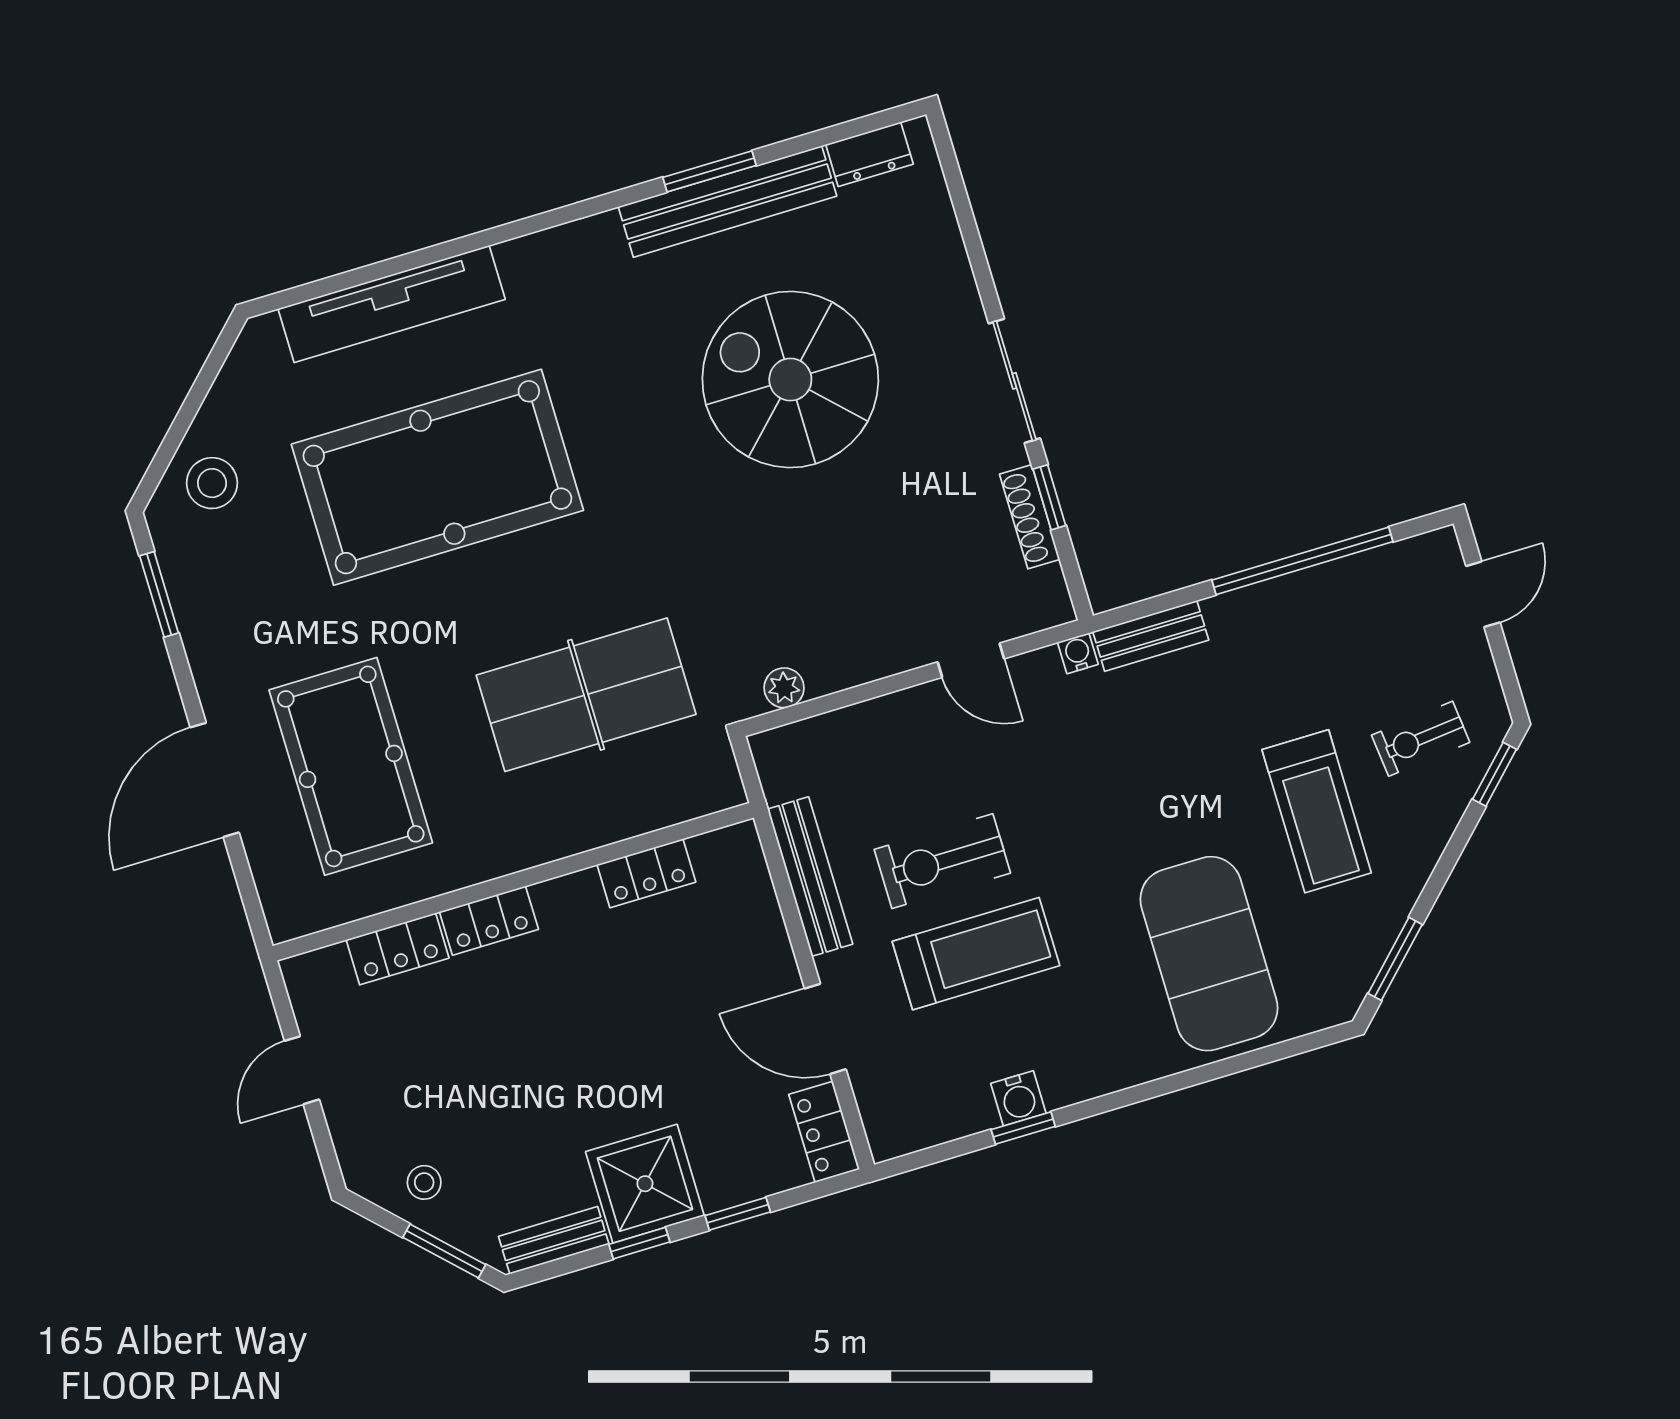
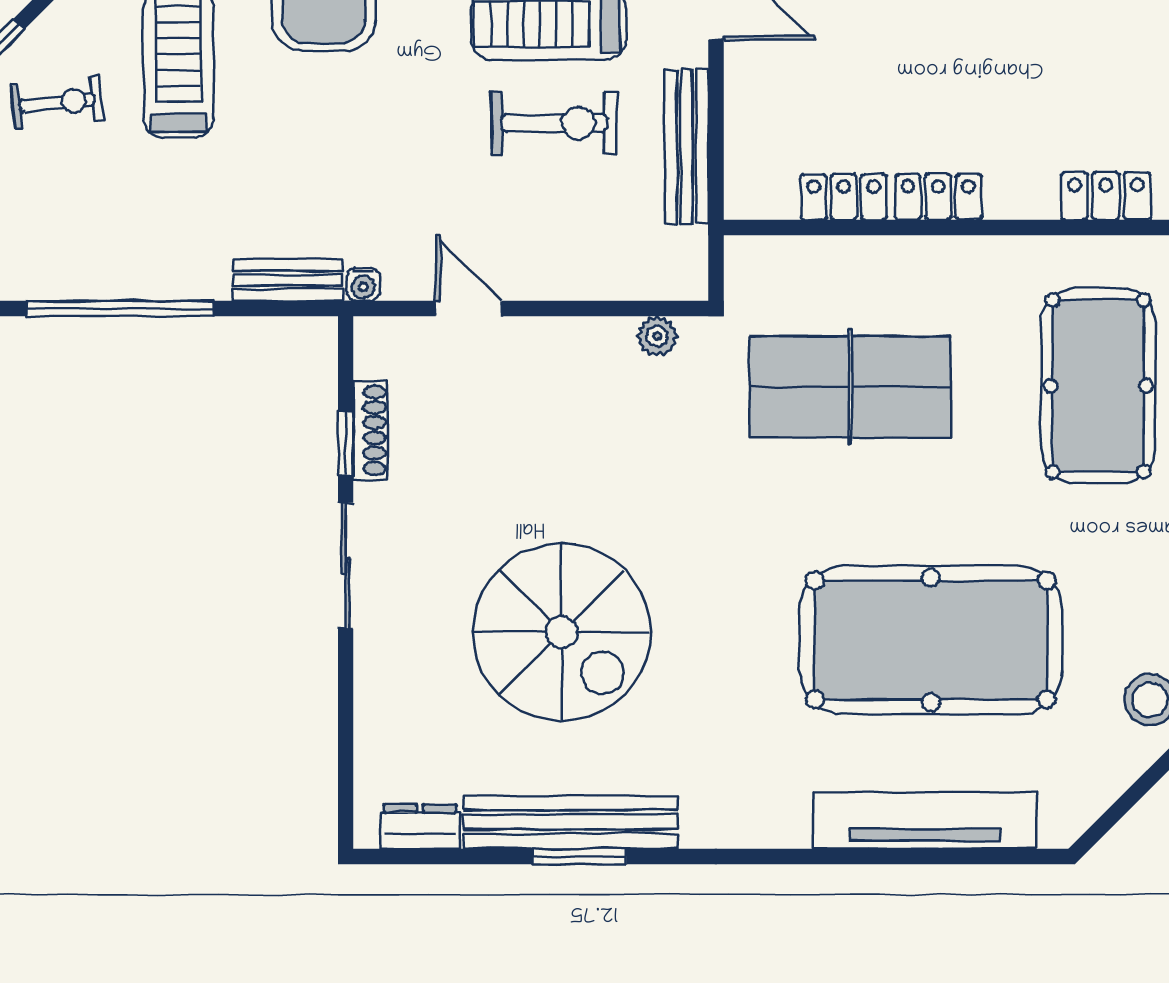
locker: (489, 921) -> (938, 197), moved

